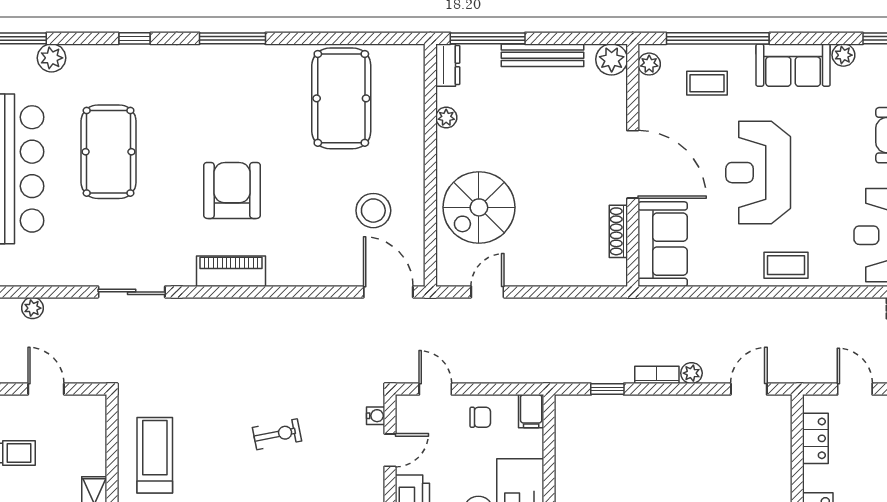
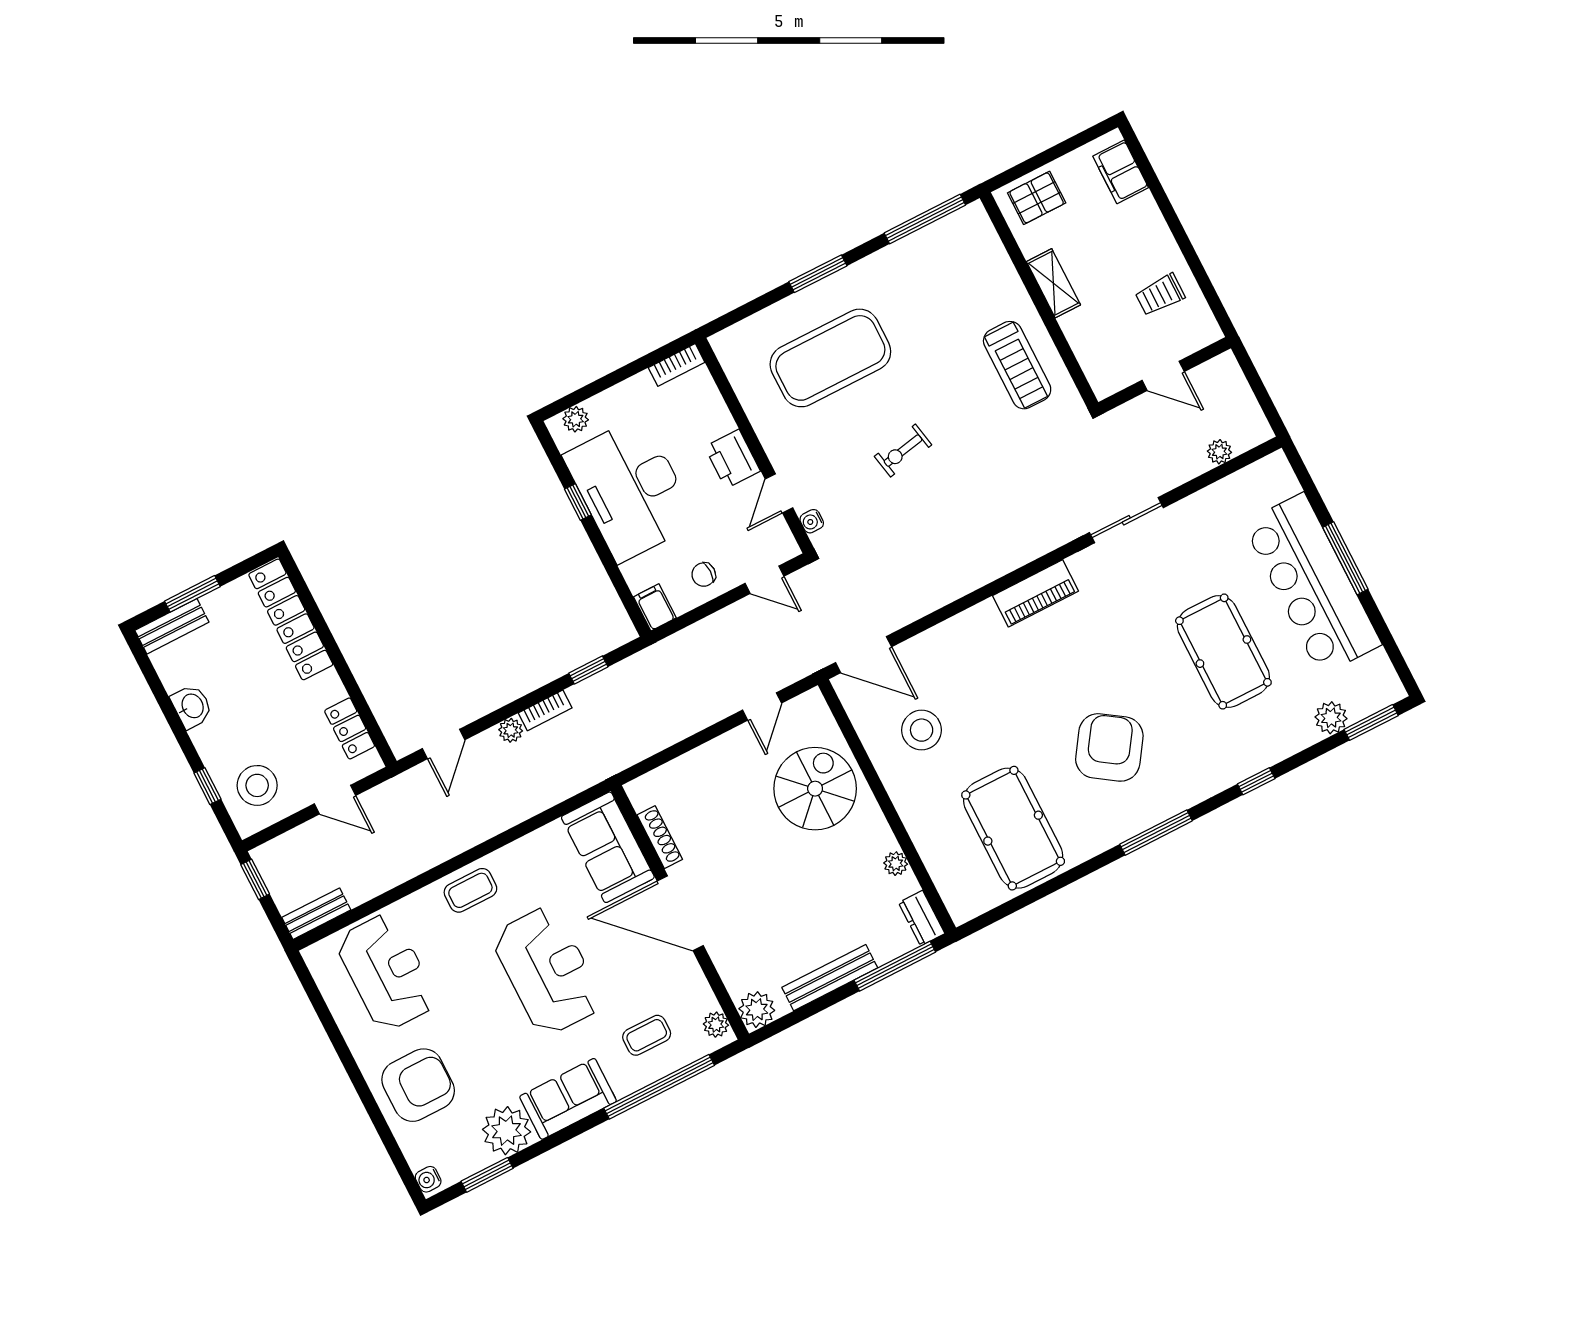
plant: (843, 55) -> (507, 1131), width x1.87, depth x1.87
armchair: (232, 190) -> (1109, 747), moved, turned -146

